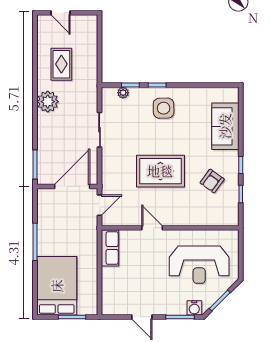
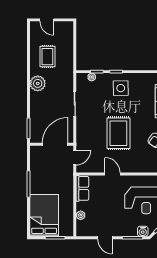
rug: (160, 171) -> (118, 133), turned 90
plant: (108, 285) -> (81, 215), added

